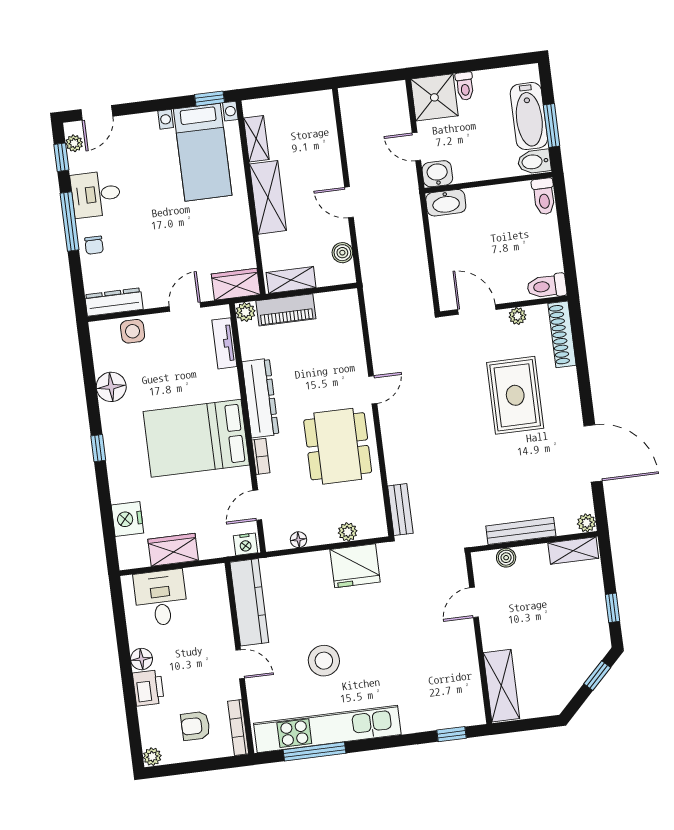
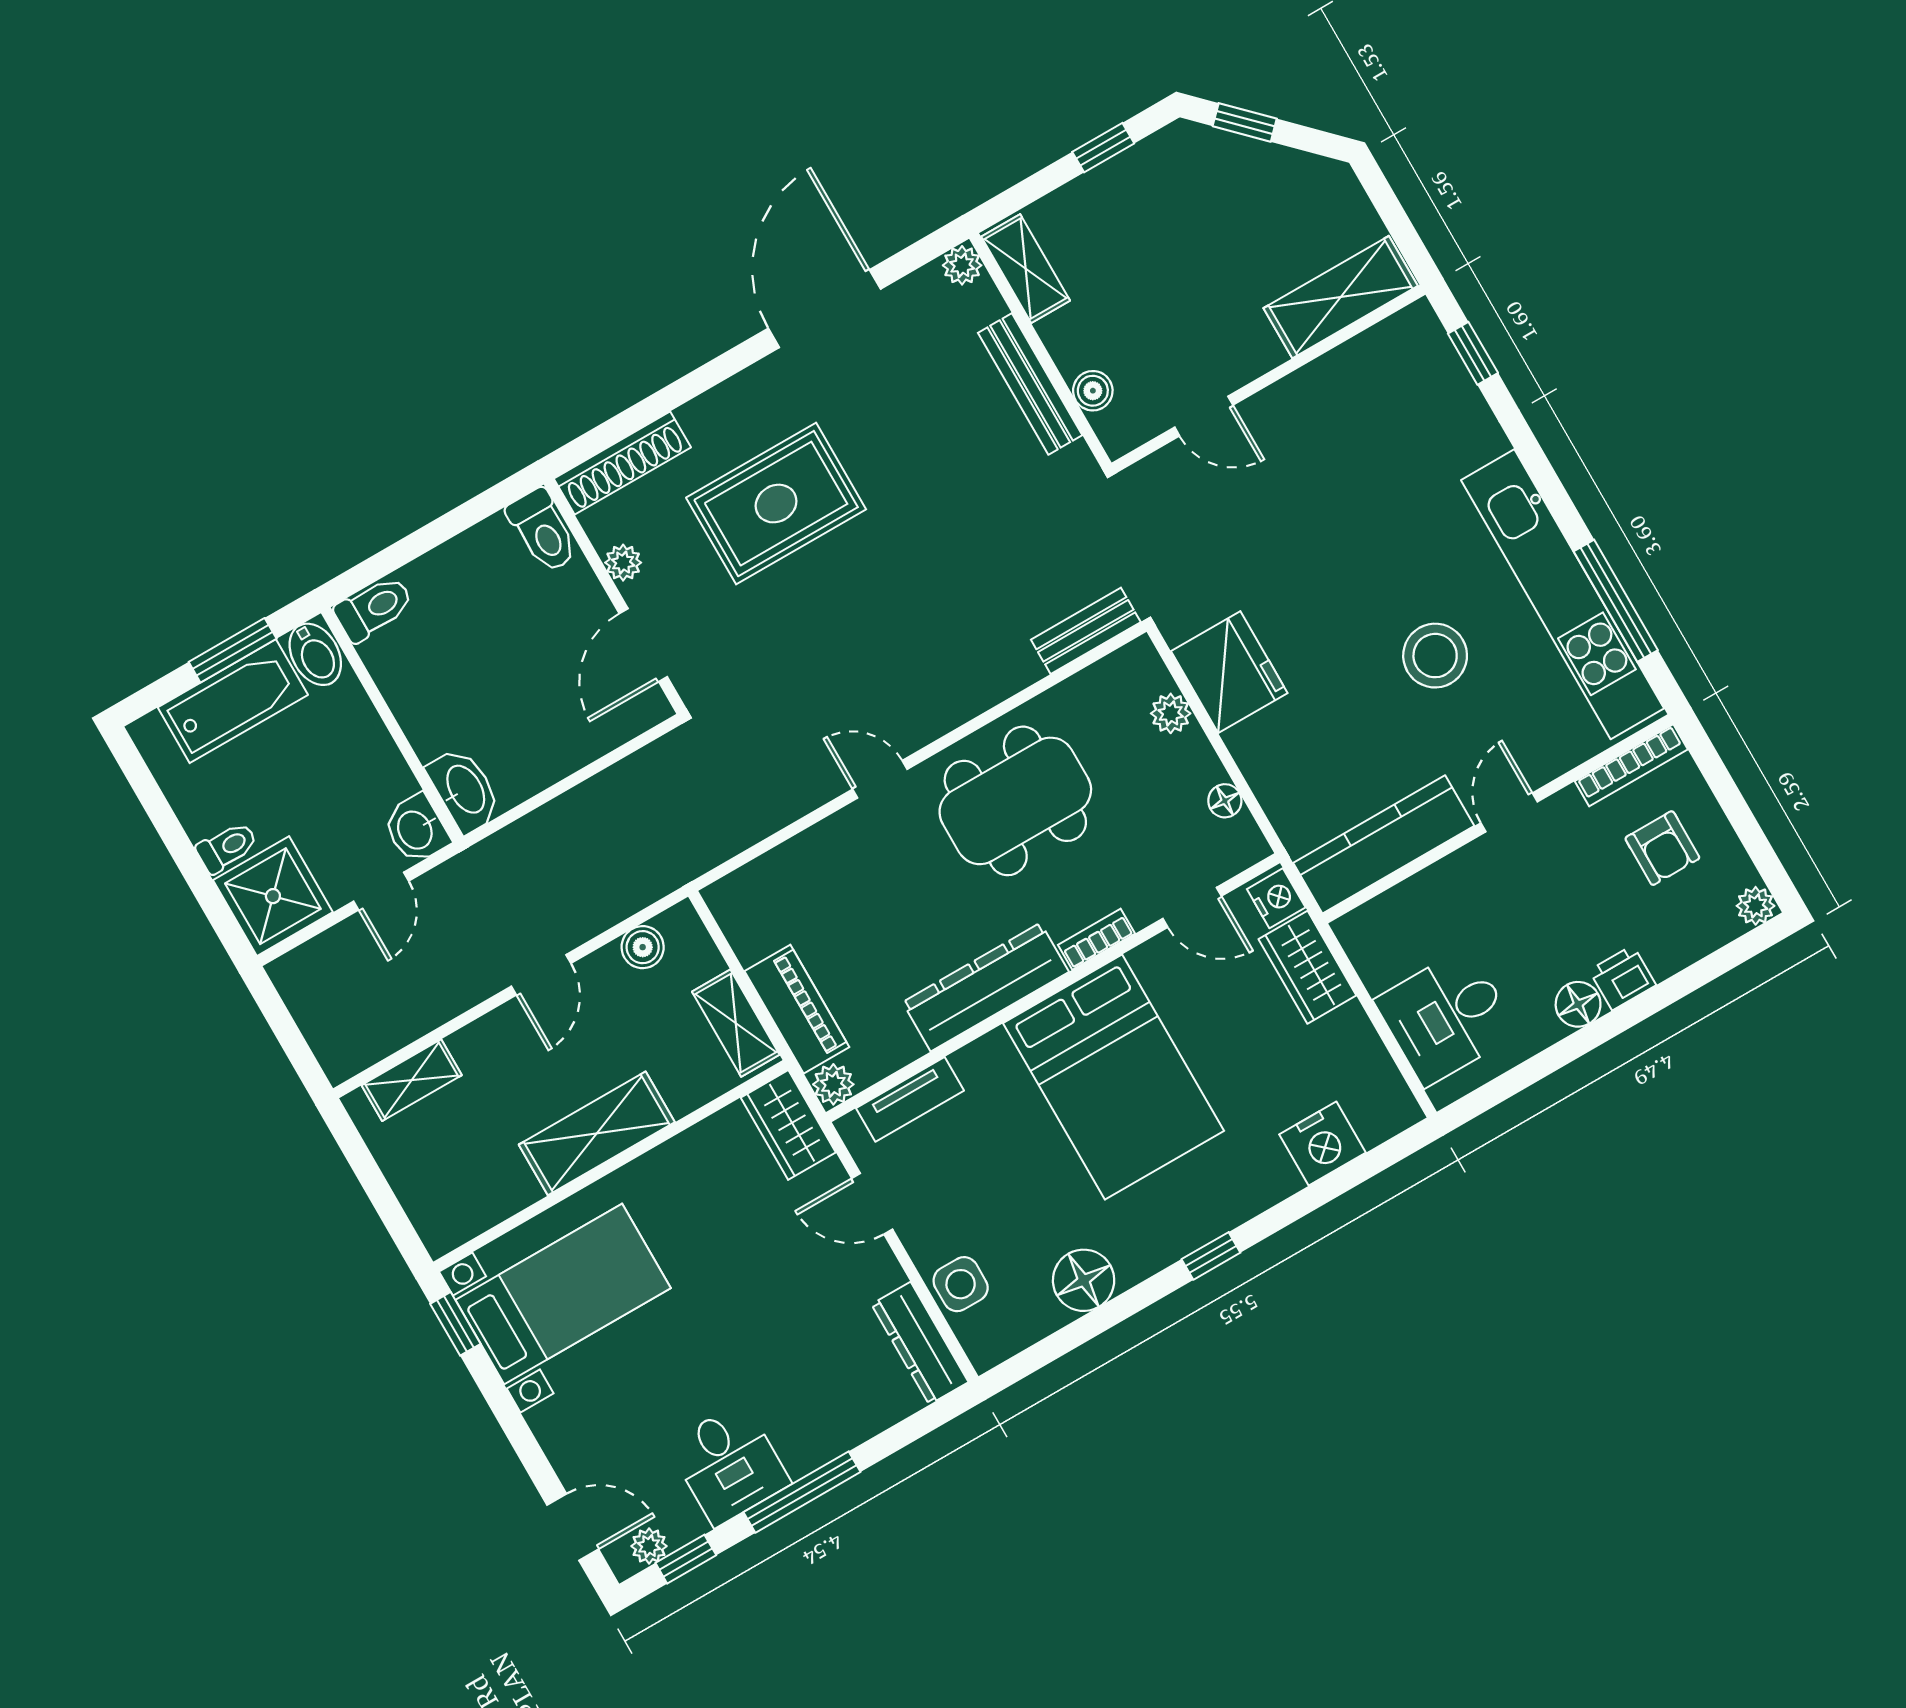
shelving: (256, 139) -> (412, 1080), moved
chair: (94, 245) -> (827, 1426), removed
wardrobe: (173, 550) -> (1307, 967), moved
printer: (148, 688) -> (1623, 978), width x0.73, depth x0.81

